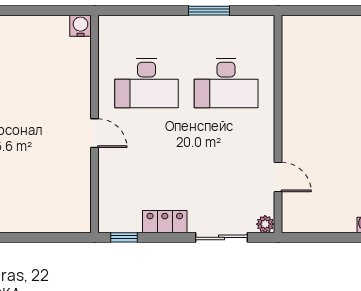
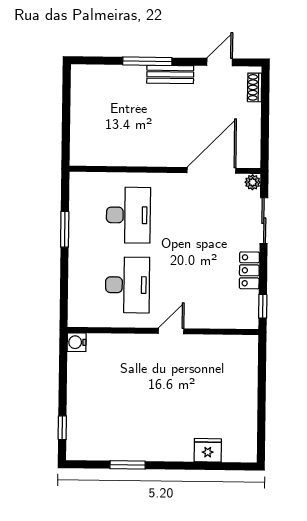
door: (278, 177) -> (211, 170), width x1.88

